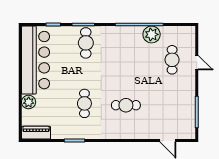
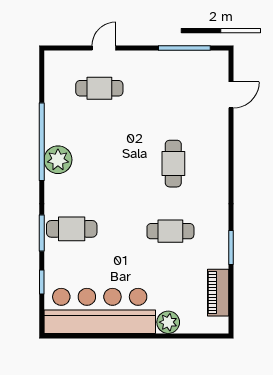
plant: (152, 34) -> (58, 160), moved
piano: (36, 133) -> (218, 293), moved

